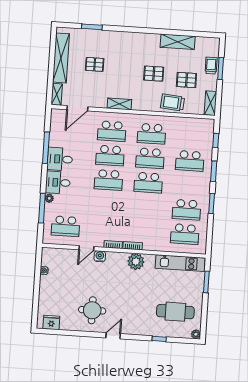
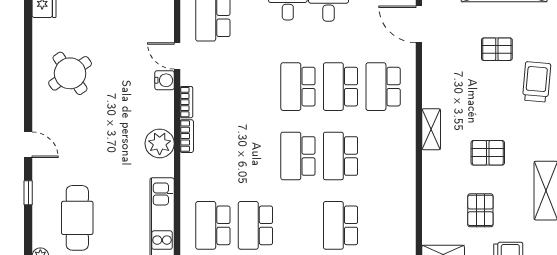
pallet: (95, 64) -> (497, 49), turned 90
pallet: (154, 74) -> (488, 153), turned 90
trolley: (173, 102) -> (537, 82), moved
shelving: (119, 104) -> (431, 129), moved
school desk: (152, 134) -> (383, 156), removed
round table: (92, 310) -> (70, 73), turned -35
door: (113, 336) -> (28, 145), moved

